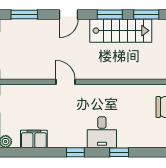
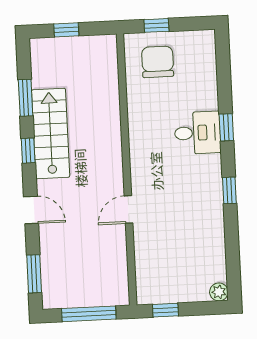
window: (110, 14) -> (28, 151), width x0.67
desk: (102, 132) -> (198, 133), moved
filing cabinet: (34, 139) -> (213, 251), removed

